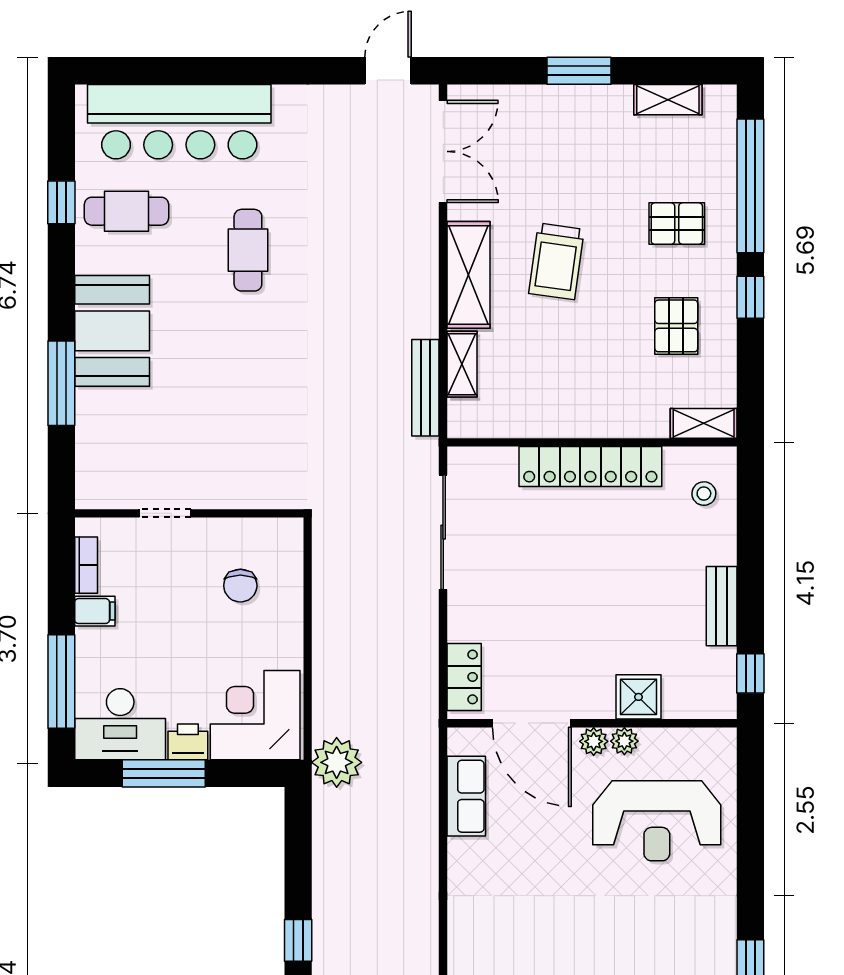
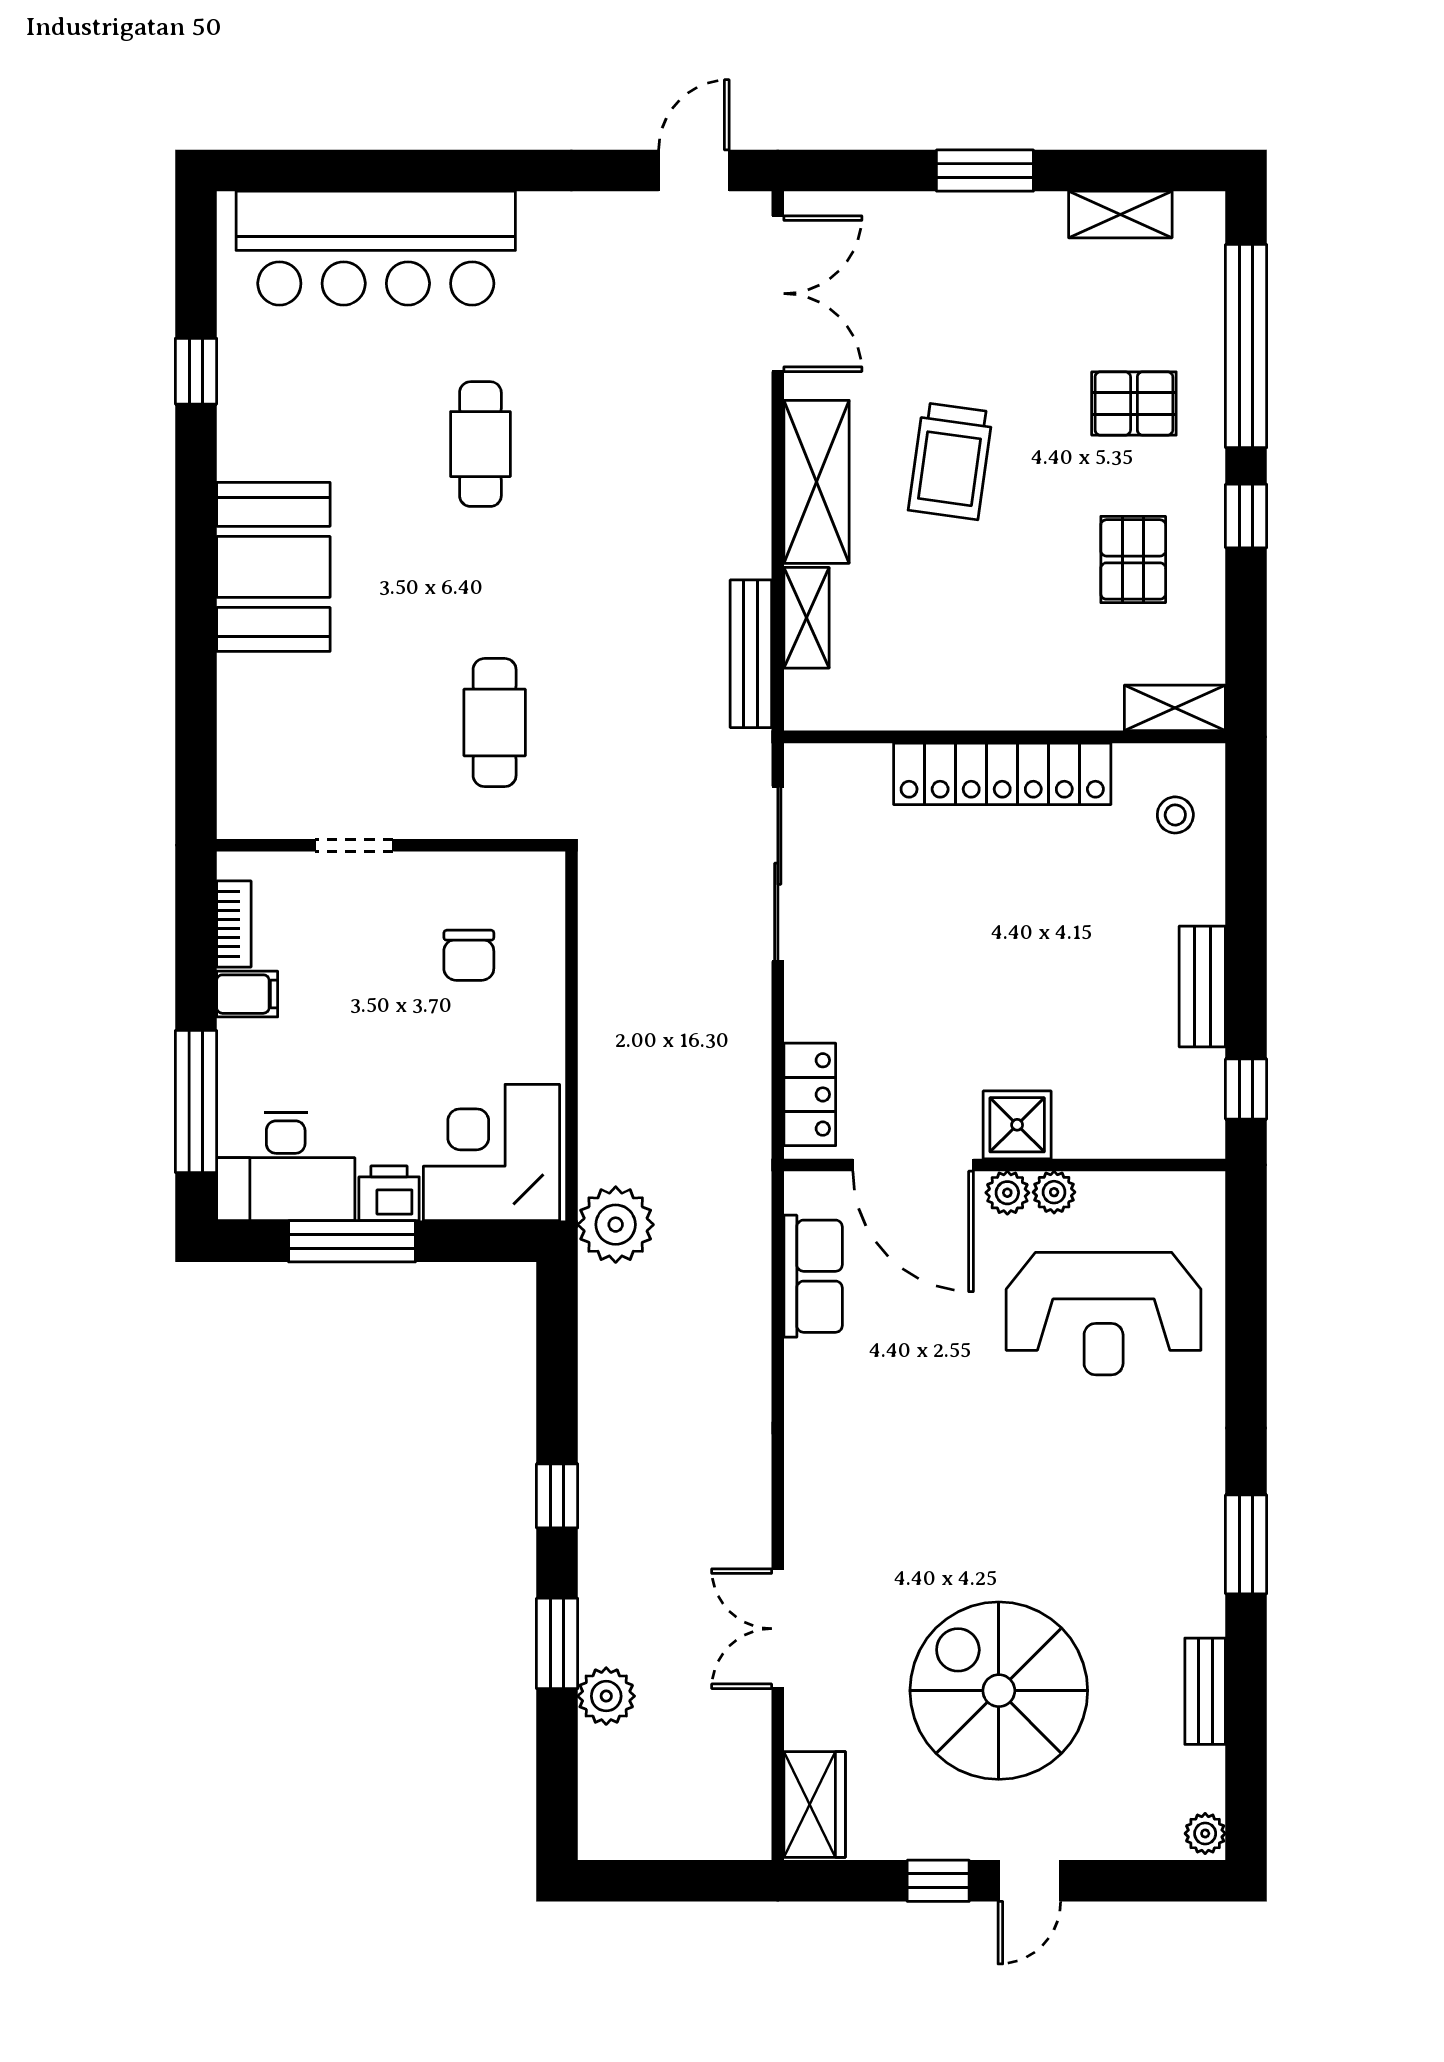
cafe table: (126, 211) -> (495, 723), moved, turned 90
window: (61, 383) -> (196, 647), removed
shower: (638, 697) -> (1017, 1125), moved

